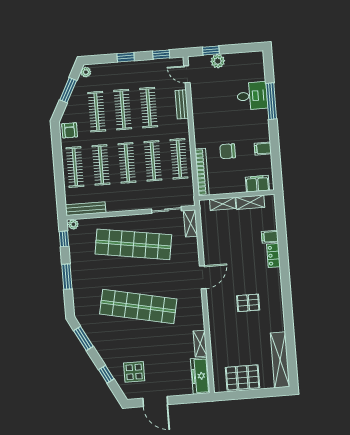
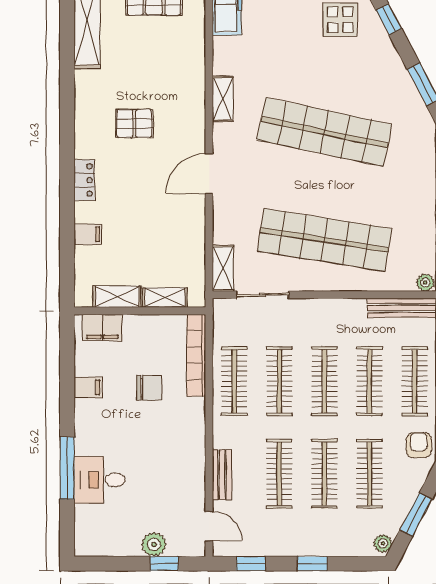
locker: (273, 255) -> (84, 180), moved
shelving: (200, 344) -> (223, 99), moved

